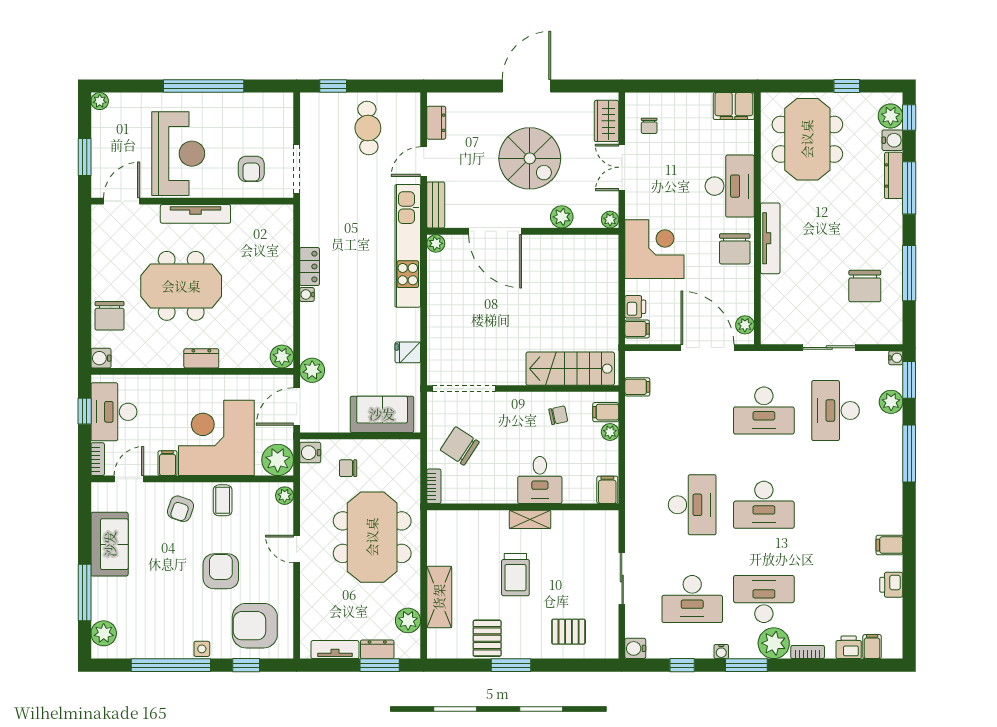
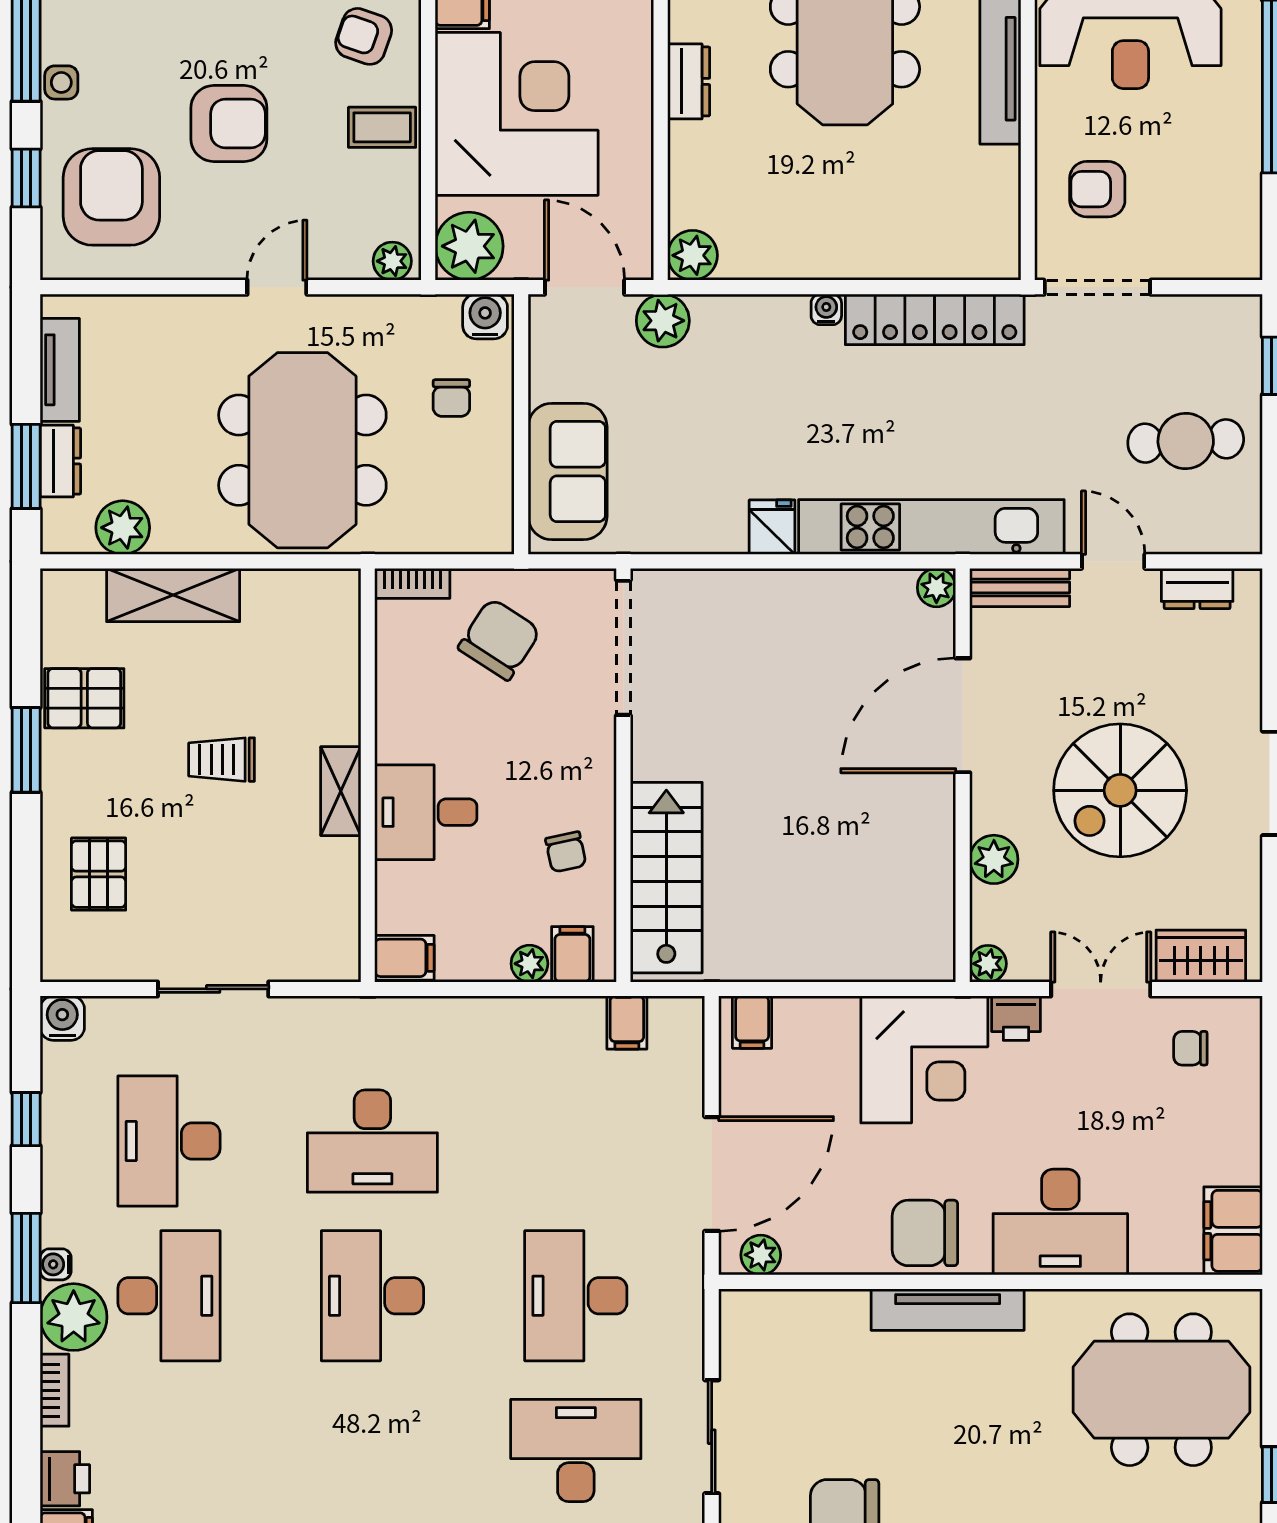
locker: (310, 266) -> (935, 319), width x2.16, depth x1.21
printer: (635, 307) -> (1016, 1018), moved
fridge: (408, 352) -> (772, 527), moved
chair: (348, 468) -> (451, 398), turned 180
meeting table: (372, 537) -> (302, 450), turned 90
trolley: (515, 575) -> (222, 760), width x0.73, depth x0.72
water cooler: (721, 652) -> (56, 1264), moved

